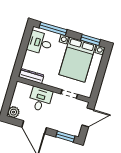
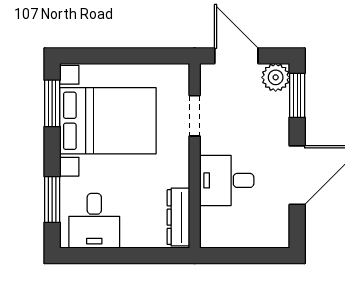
window: (53, 29) -> (52, 199), width x0.69
plant: (13, 112) -> (276, 77), moved

